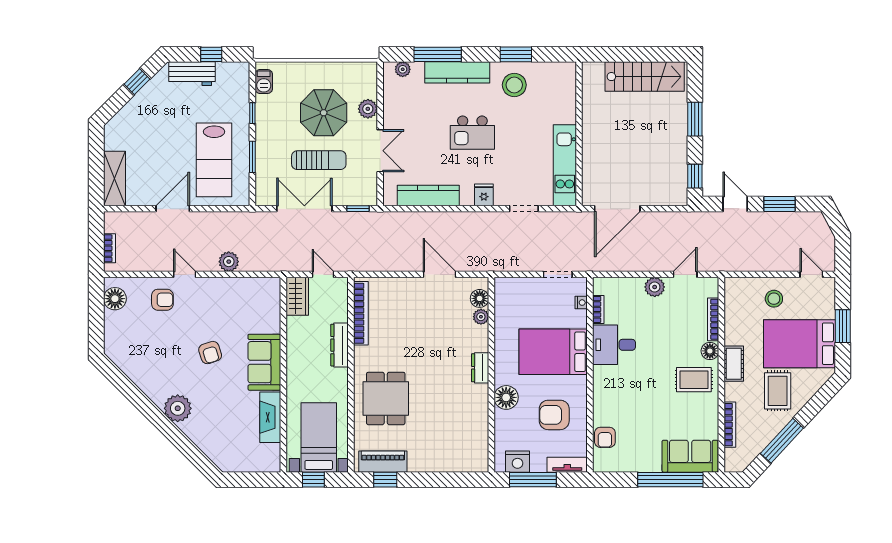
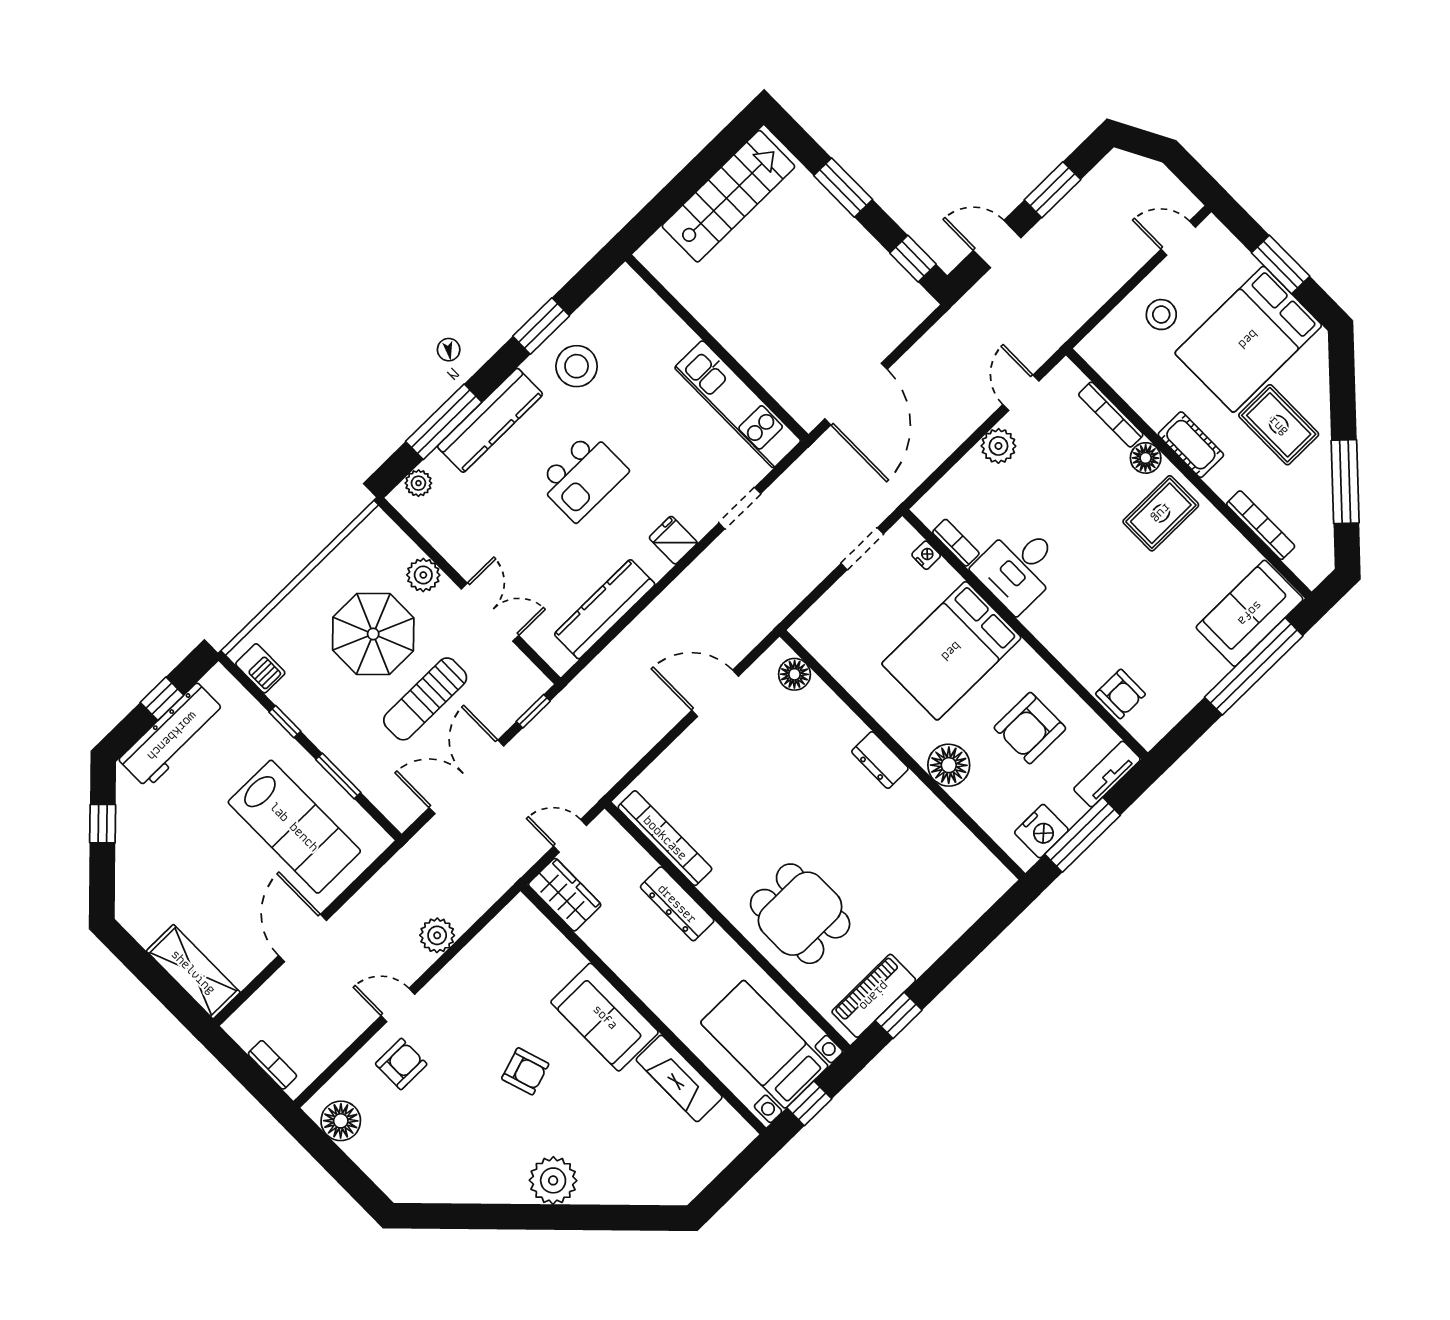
workbench: (192, 74) -> (172, 736), width x1.38
sun lounger: (319, 160) -> (425, 699), turned 180
plant: (481, 317) -> (819, 695), removed

